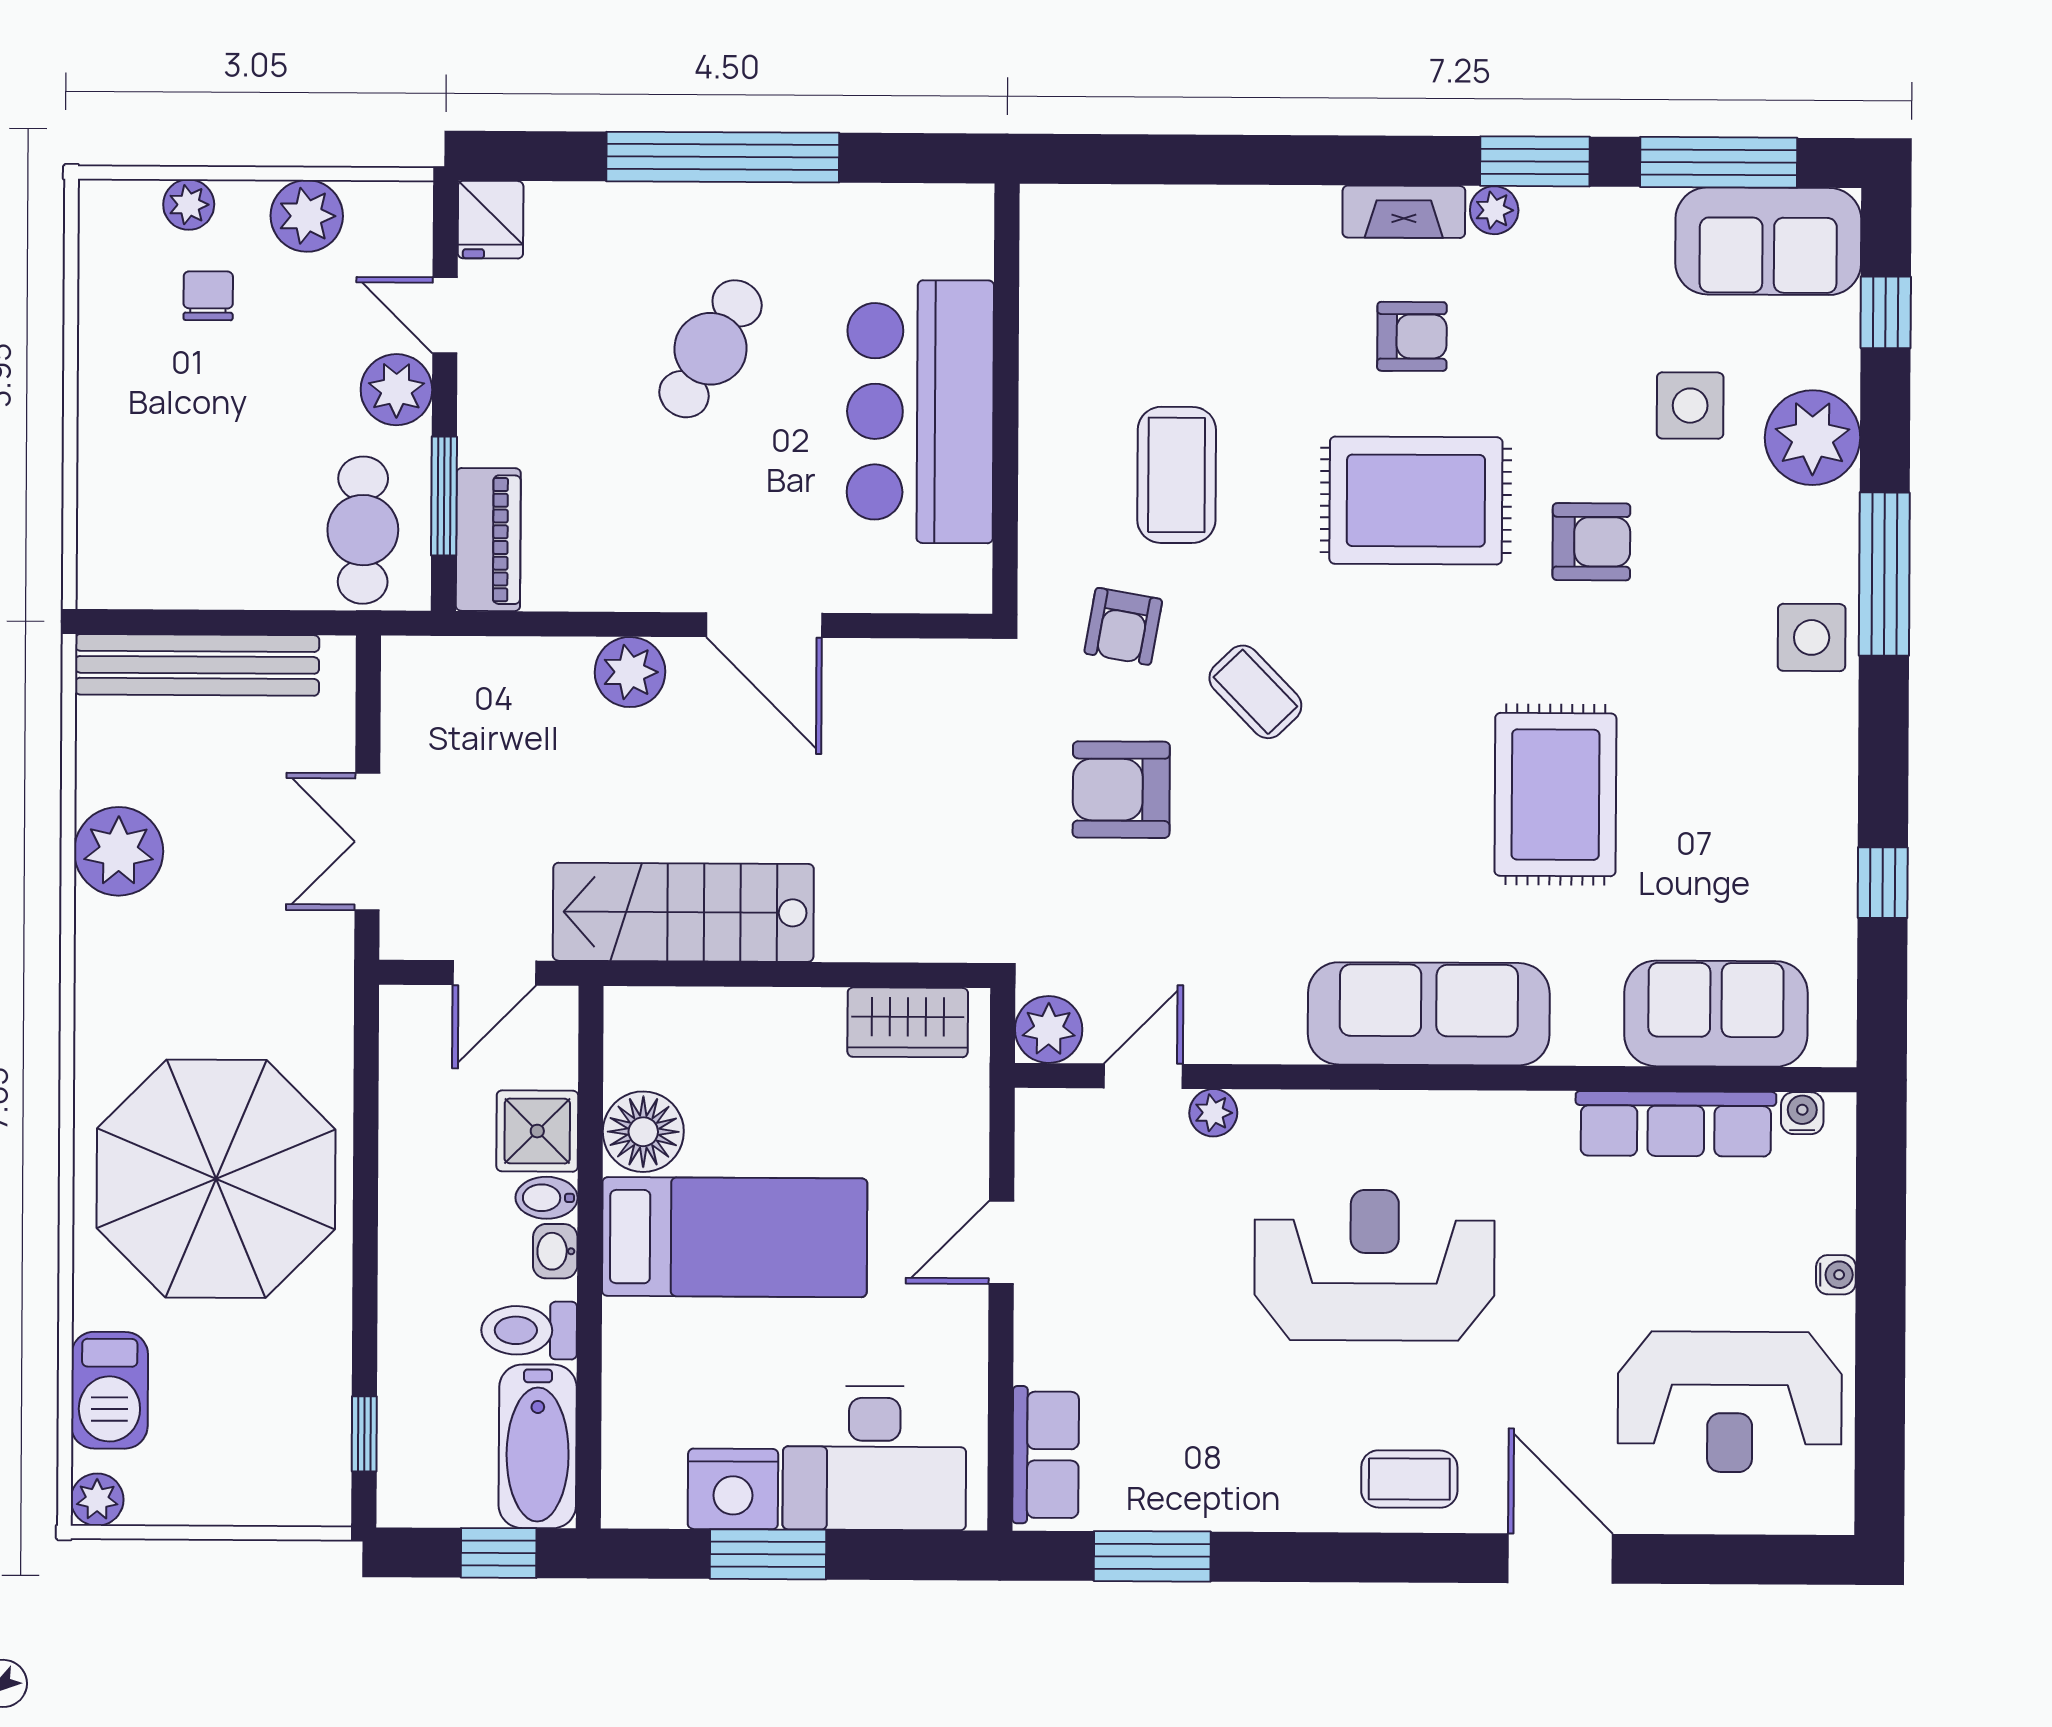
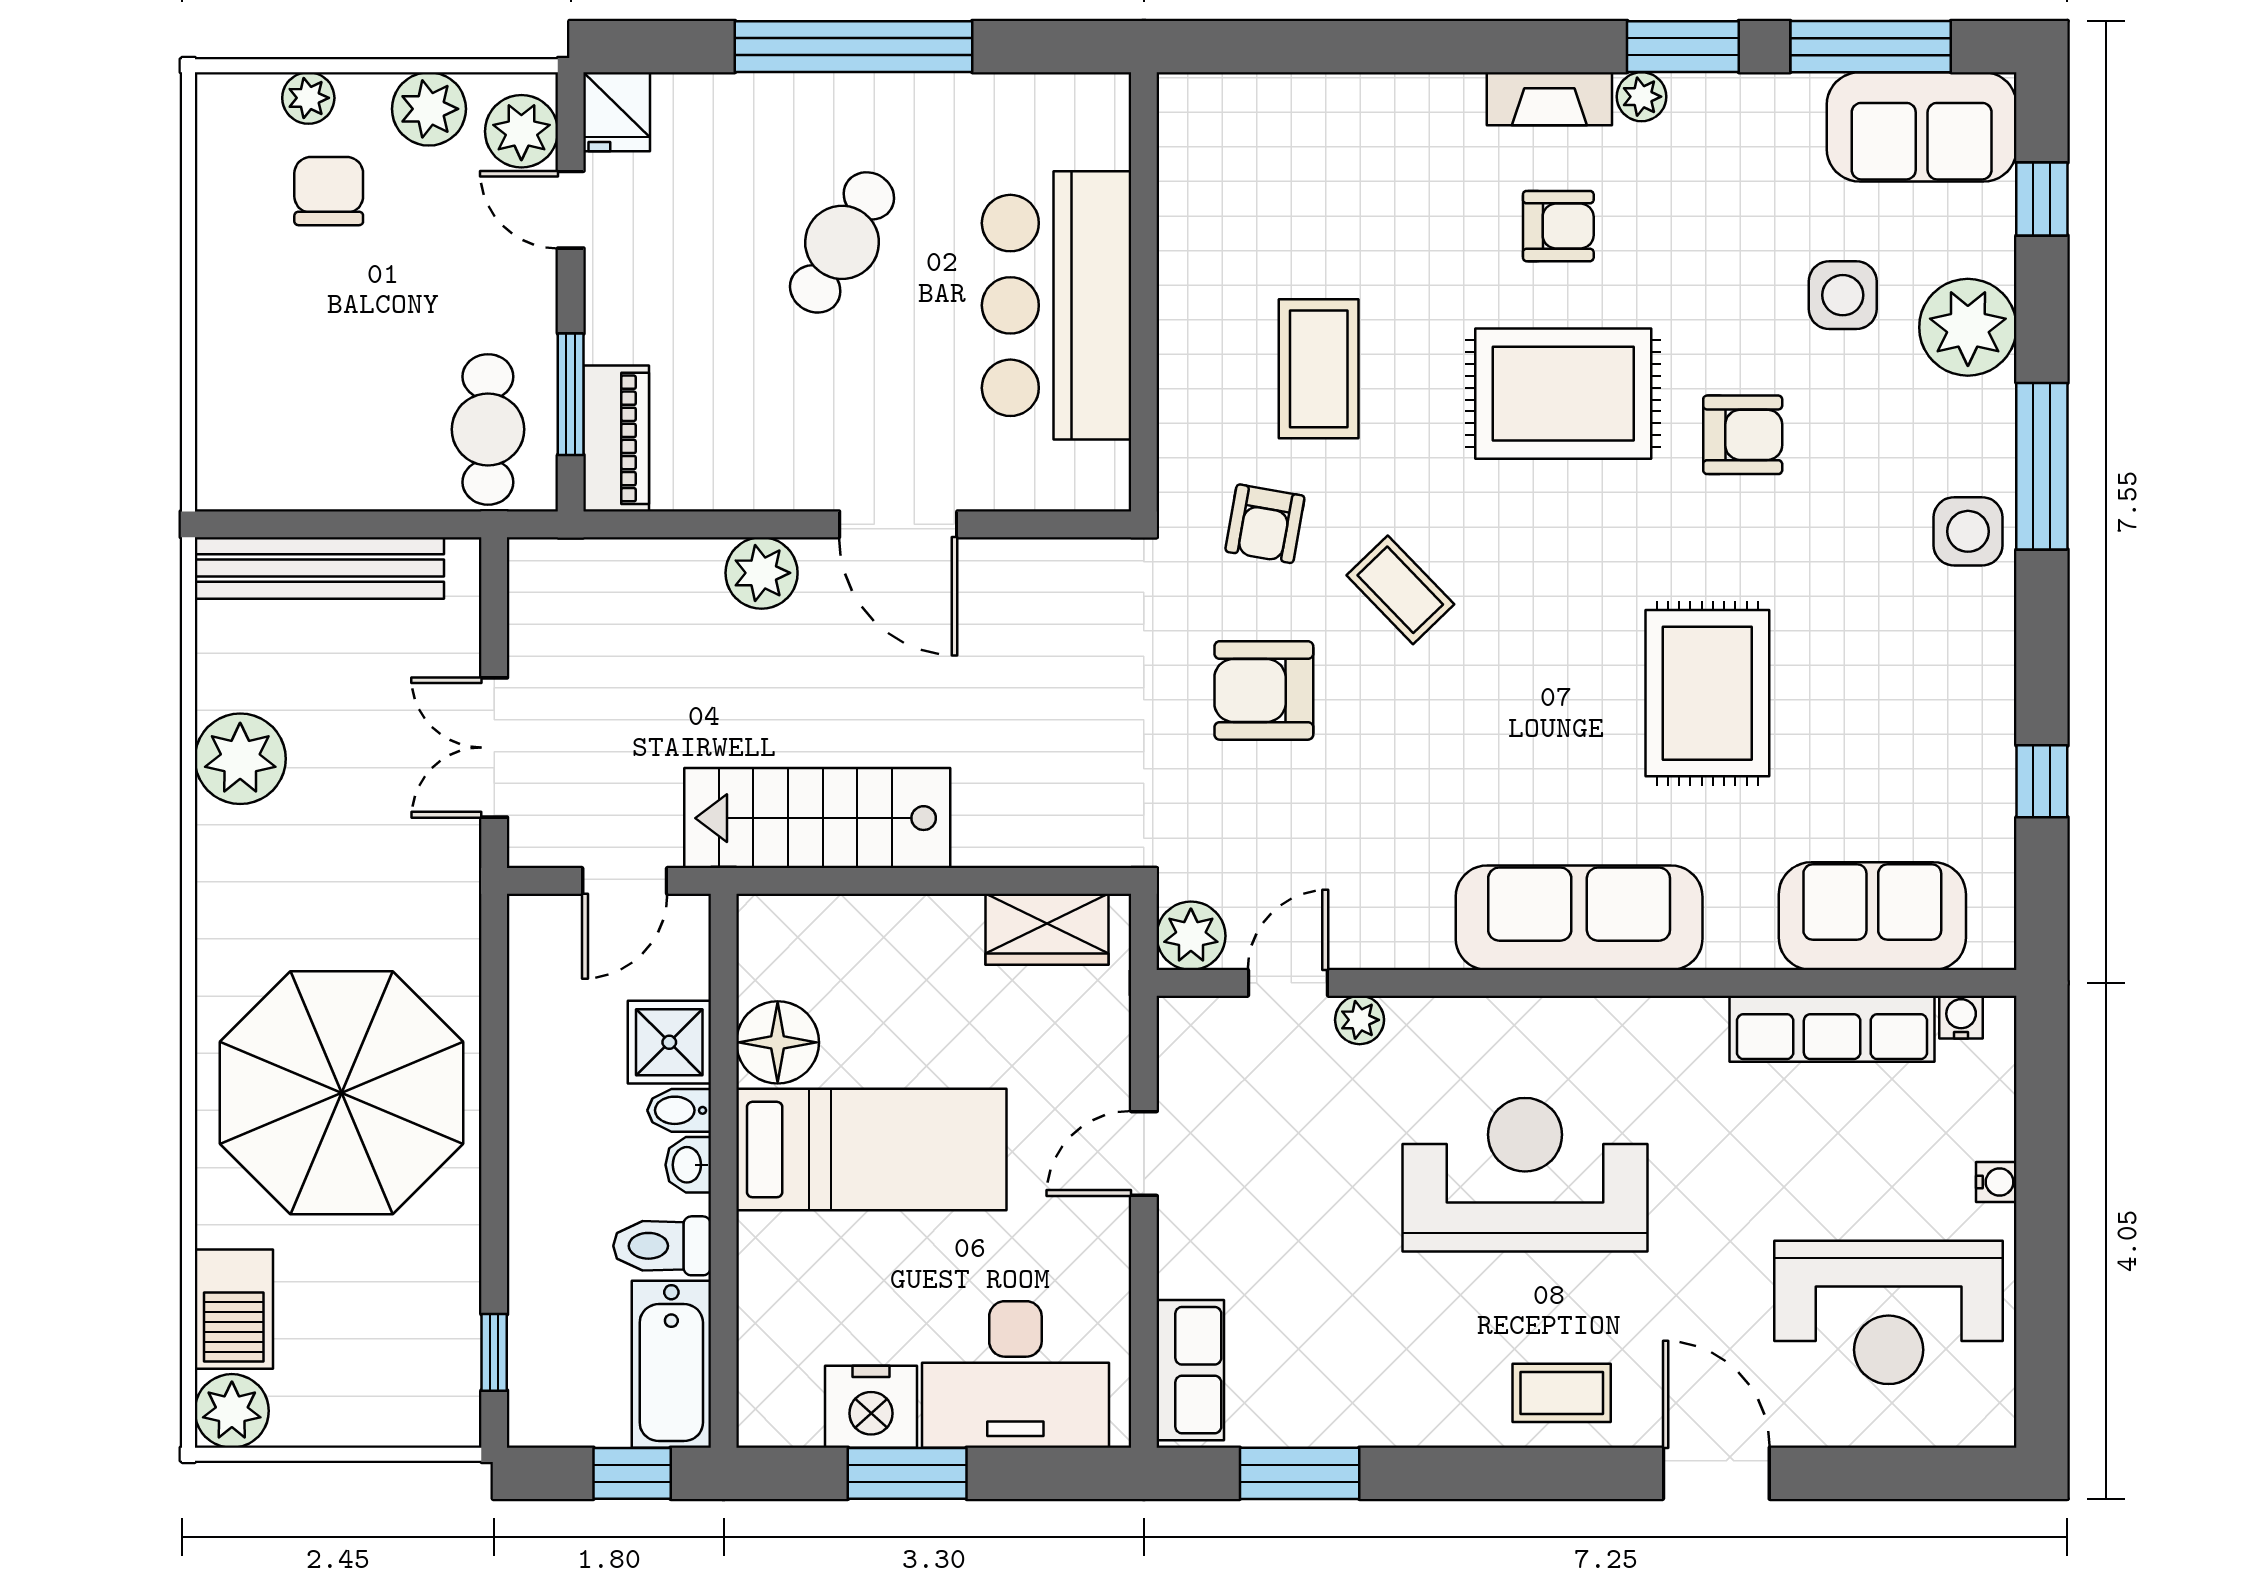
chair: (208, 296) -> (329, 191), width x1.37, depth x1.37
plant: (396, 390) -> (521, 131), moved
plant: (97, 1500) -> (232, 1411), width x1.38, depth x1.38

